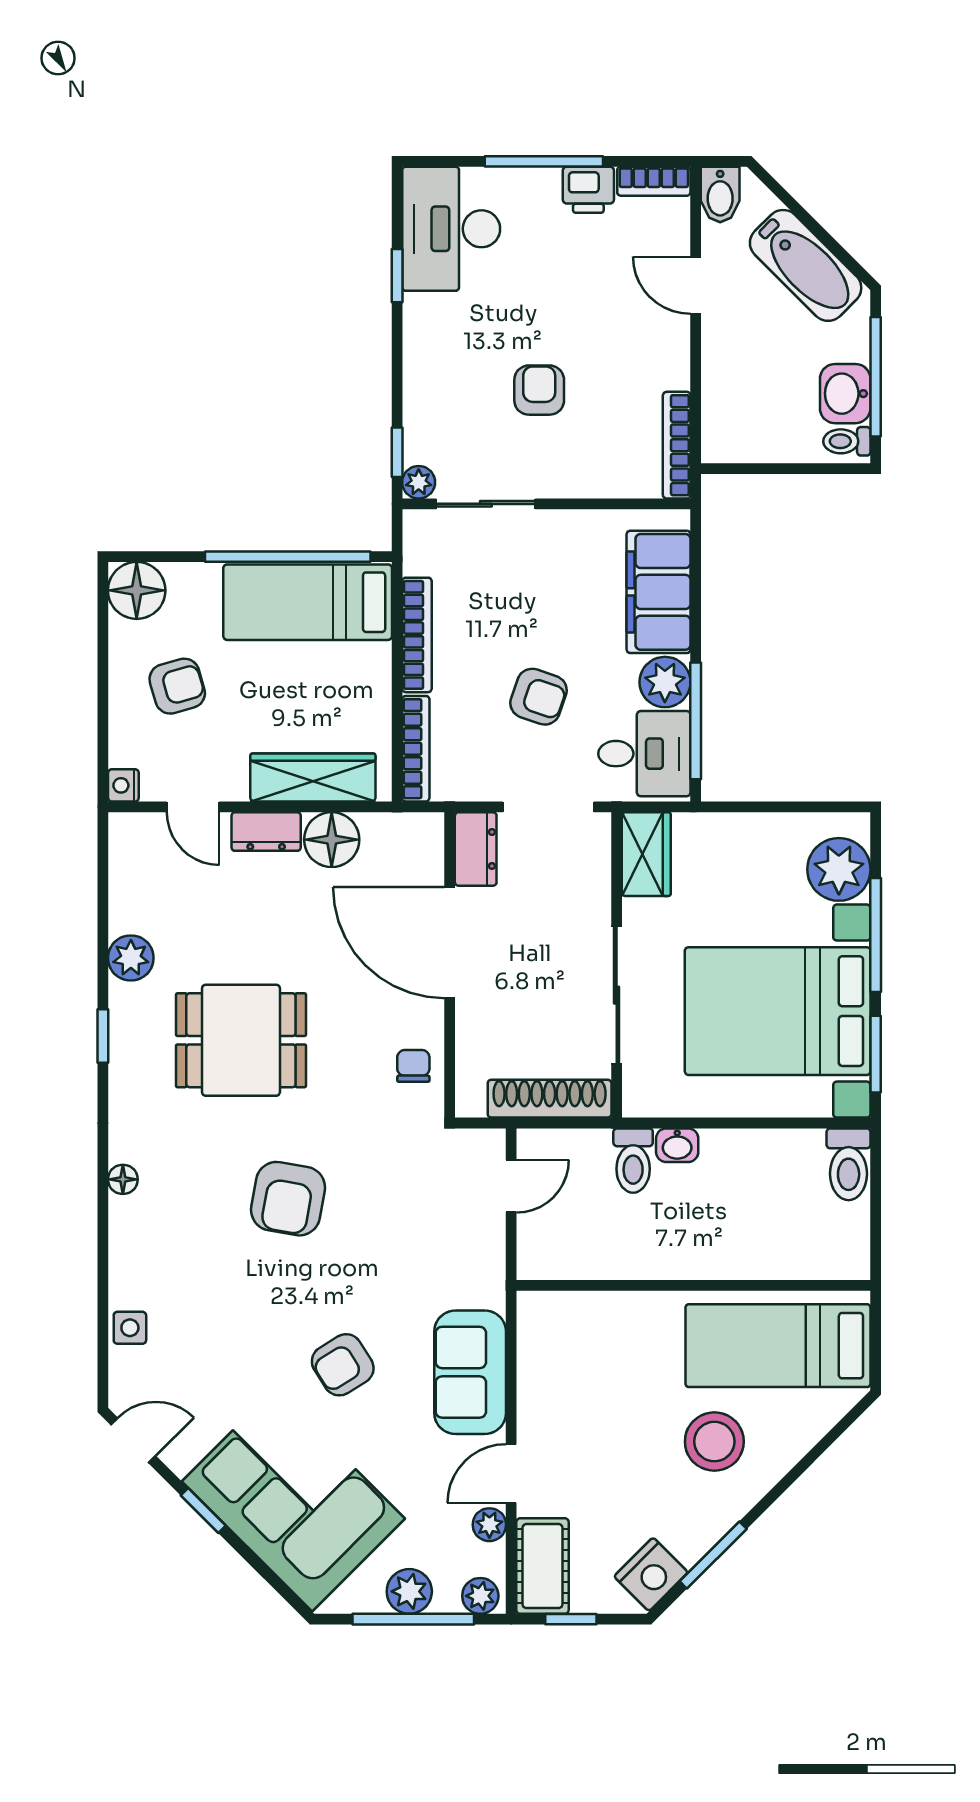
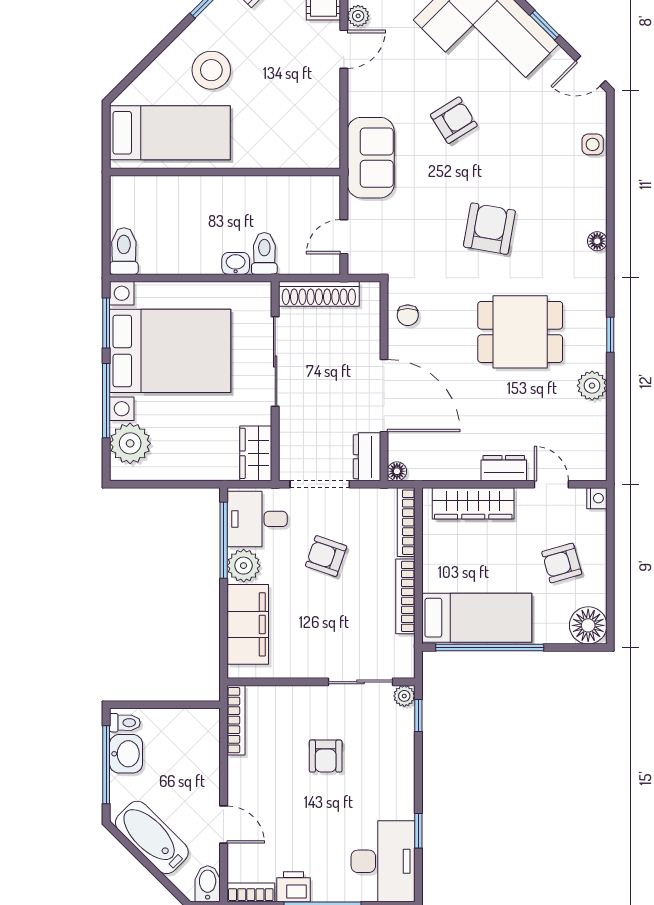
floor lamp: (332, 840) -> (397, 471), moved, width x0.53, depth x0.53
sofa: (470, 1372) -> (371, 158), moved

